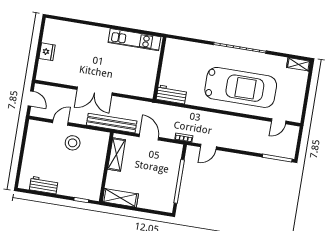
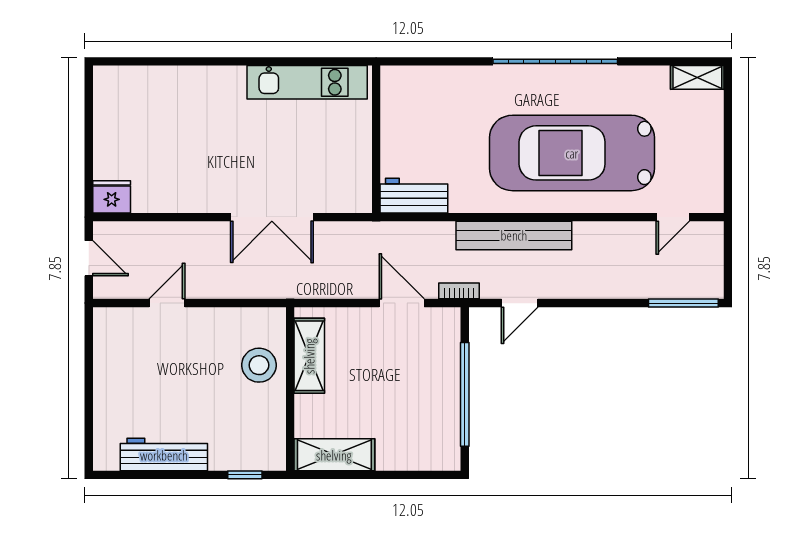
fridge: (47, 52) -> (112, 197), moved, turned -90
car: (241, 87) -> (572, 153), turned 180
double door: (95, 91) -> (272, 217), moved
bench: (112, 123) -> (514, 235), moved
door: (149, 137) -> (402, 303), moved
stool: (73, 143) -> (259, 365), moved
workbench: (44, 185) -> (164, 455), width x1.38

